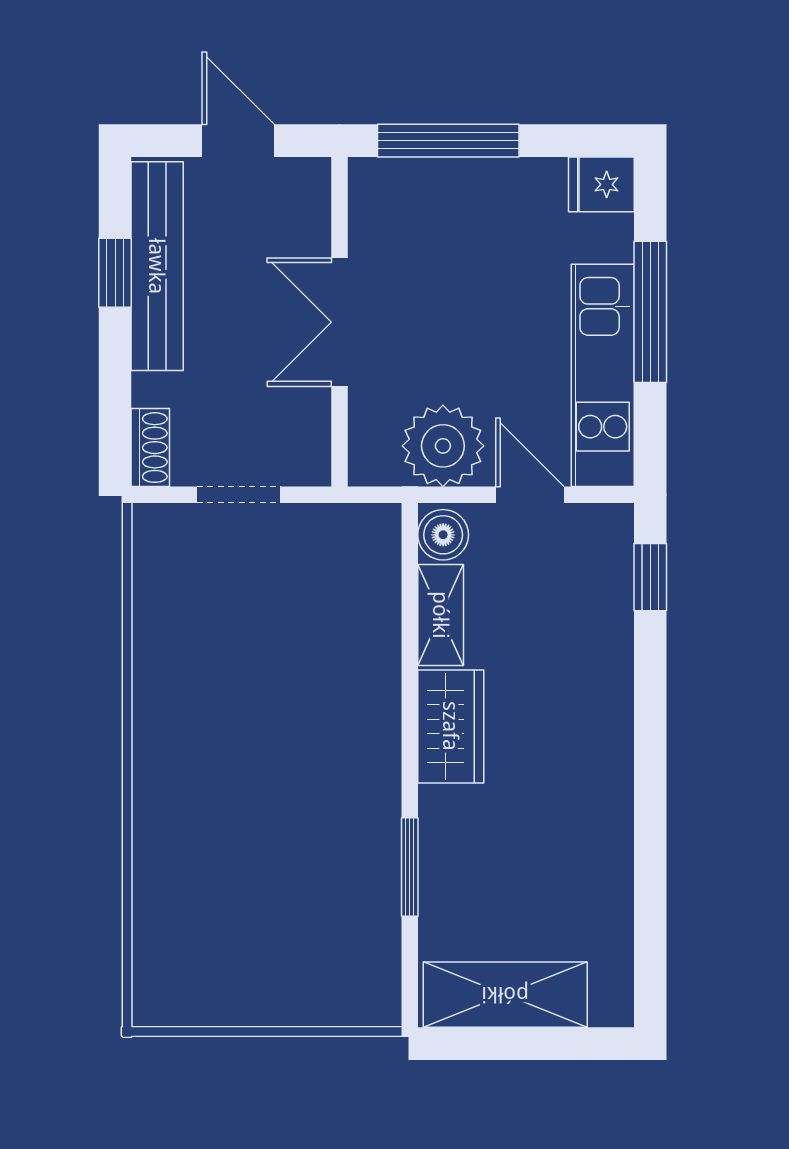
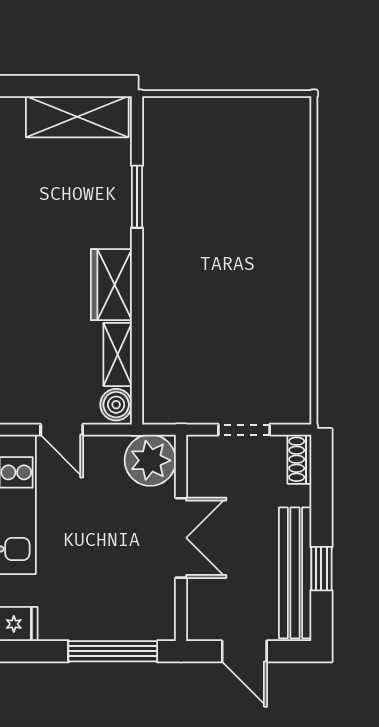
plant: (443, 446) -> (150, 460), moved

